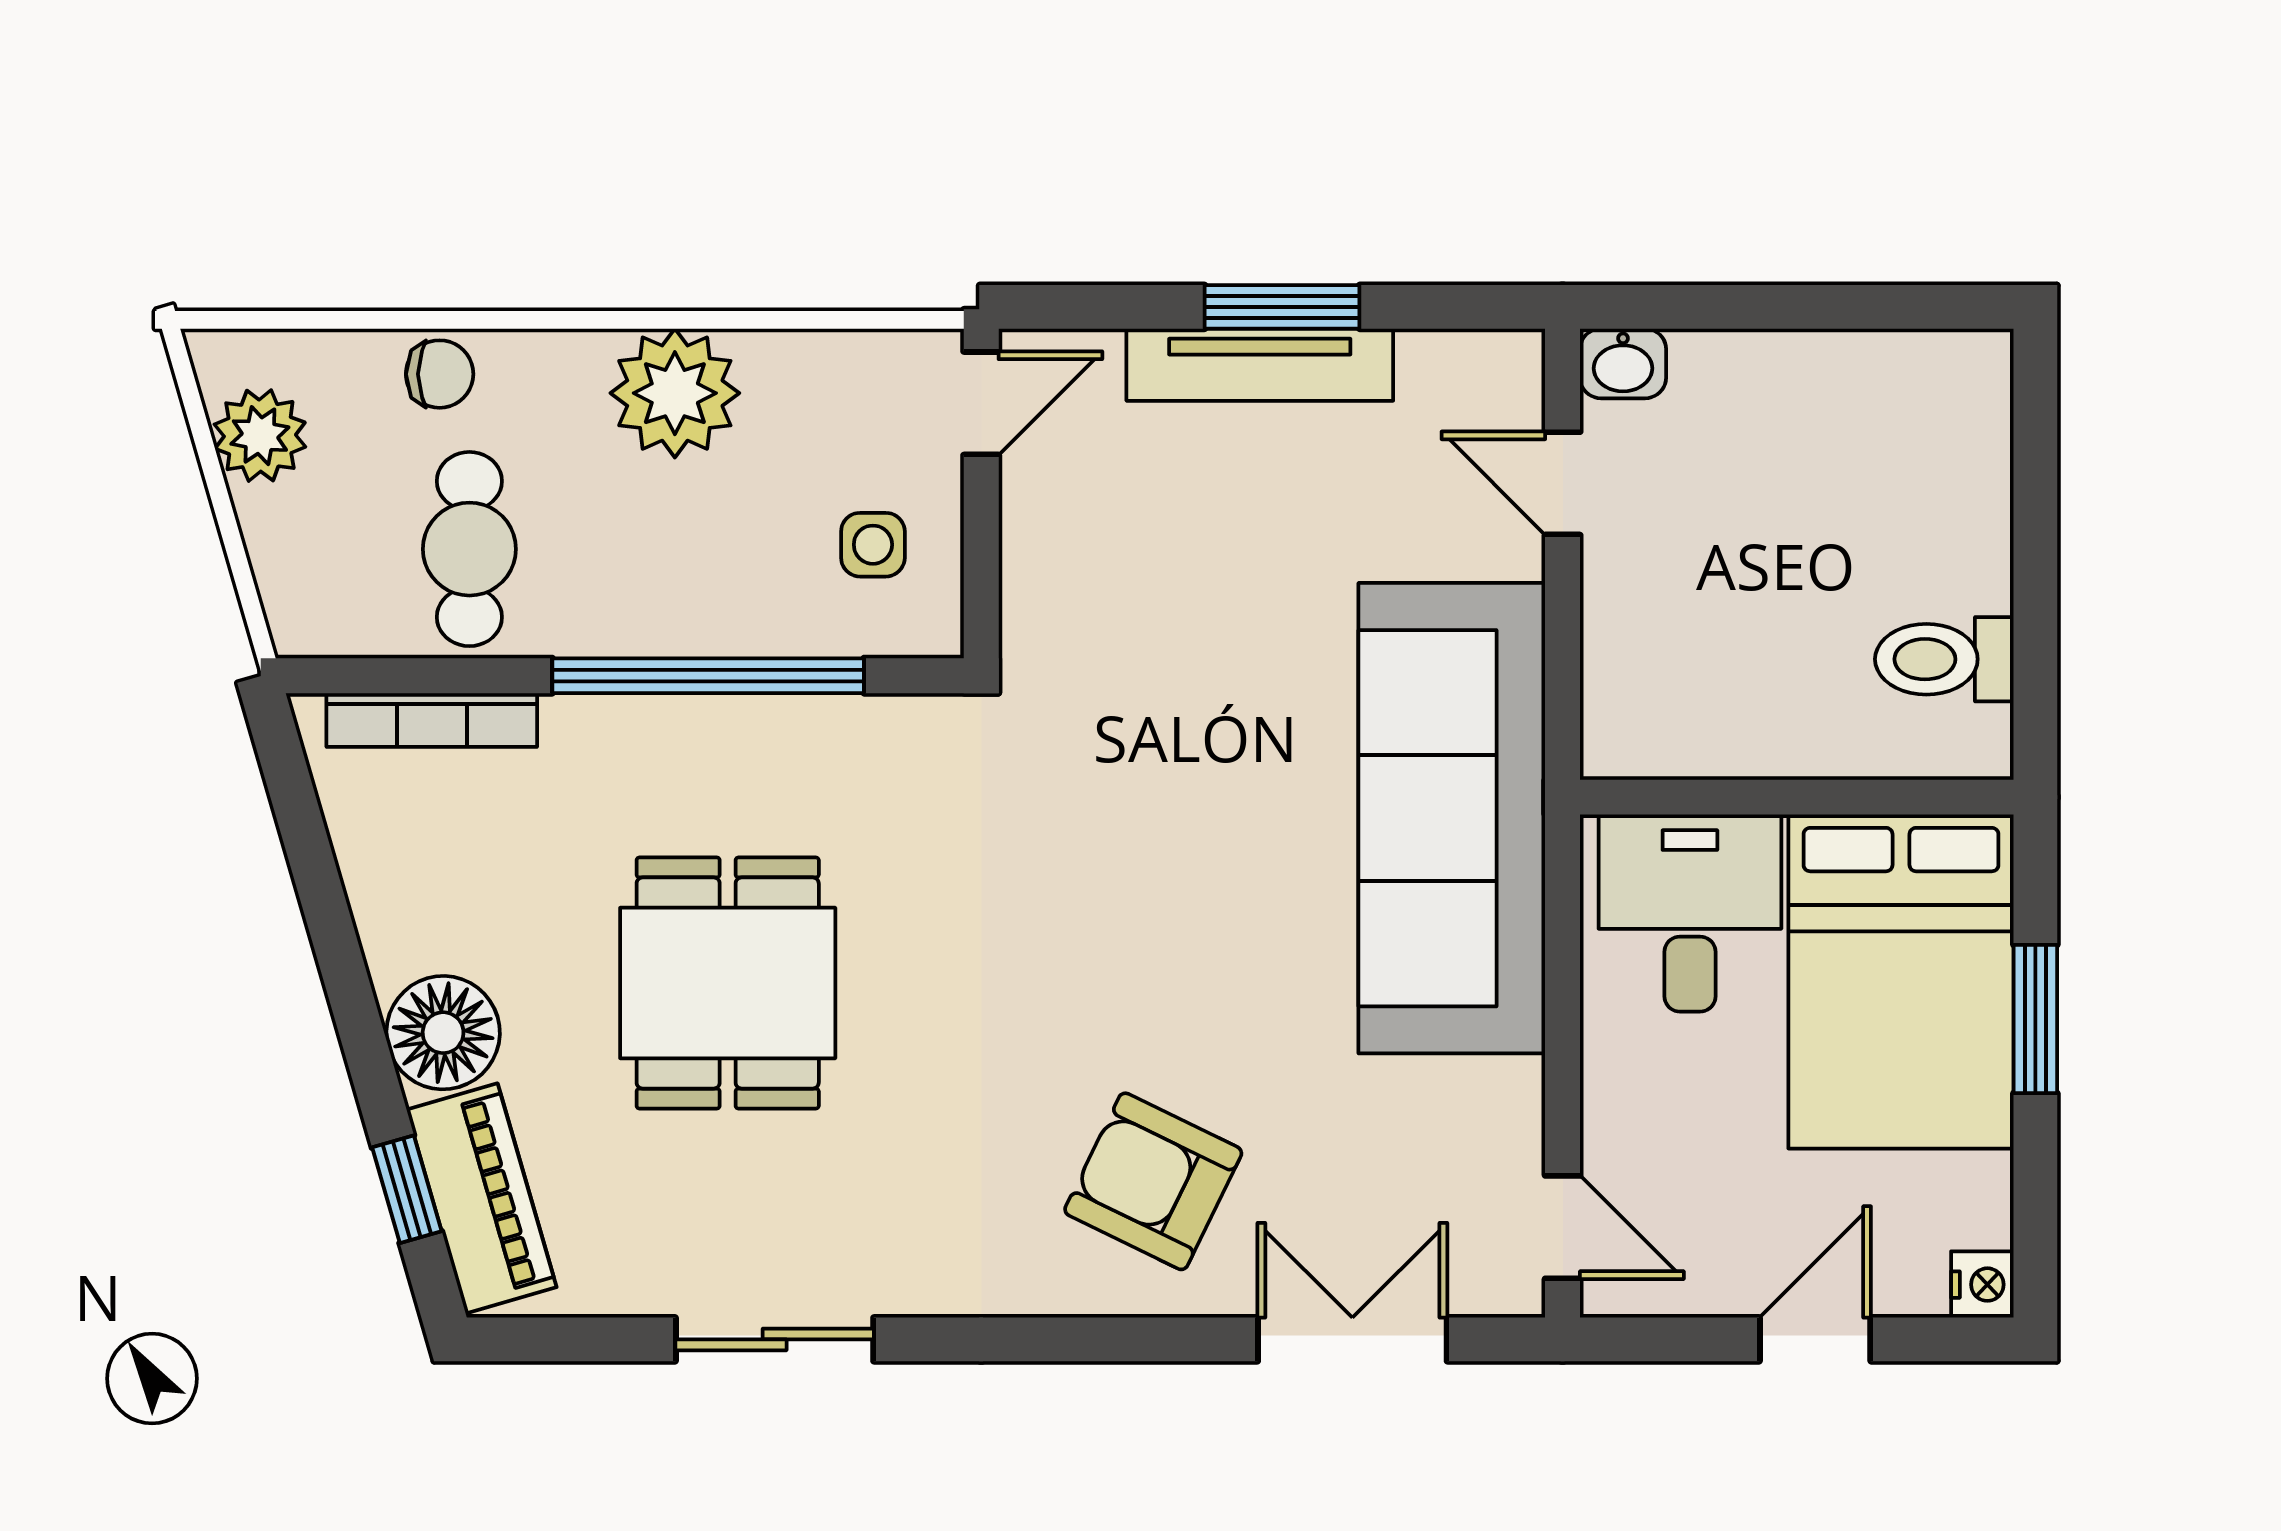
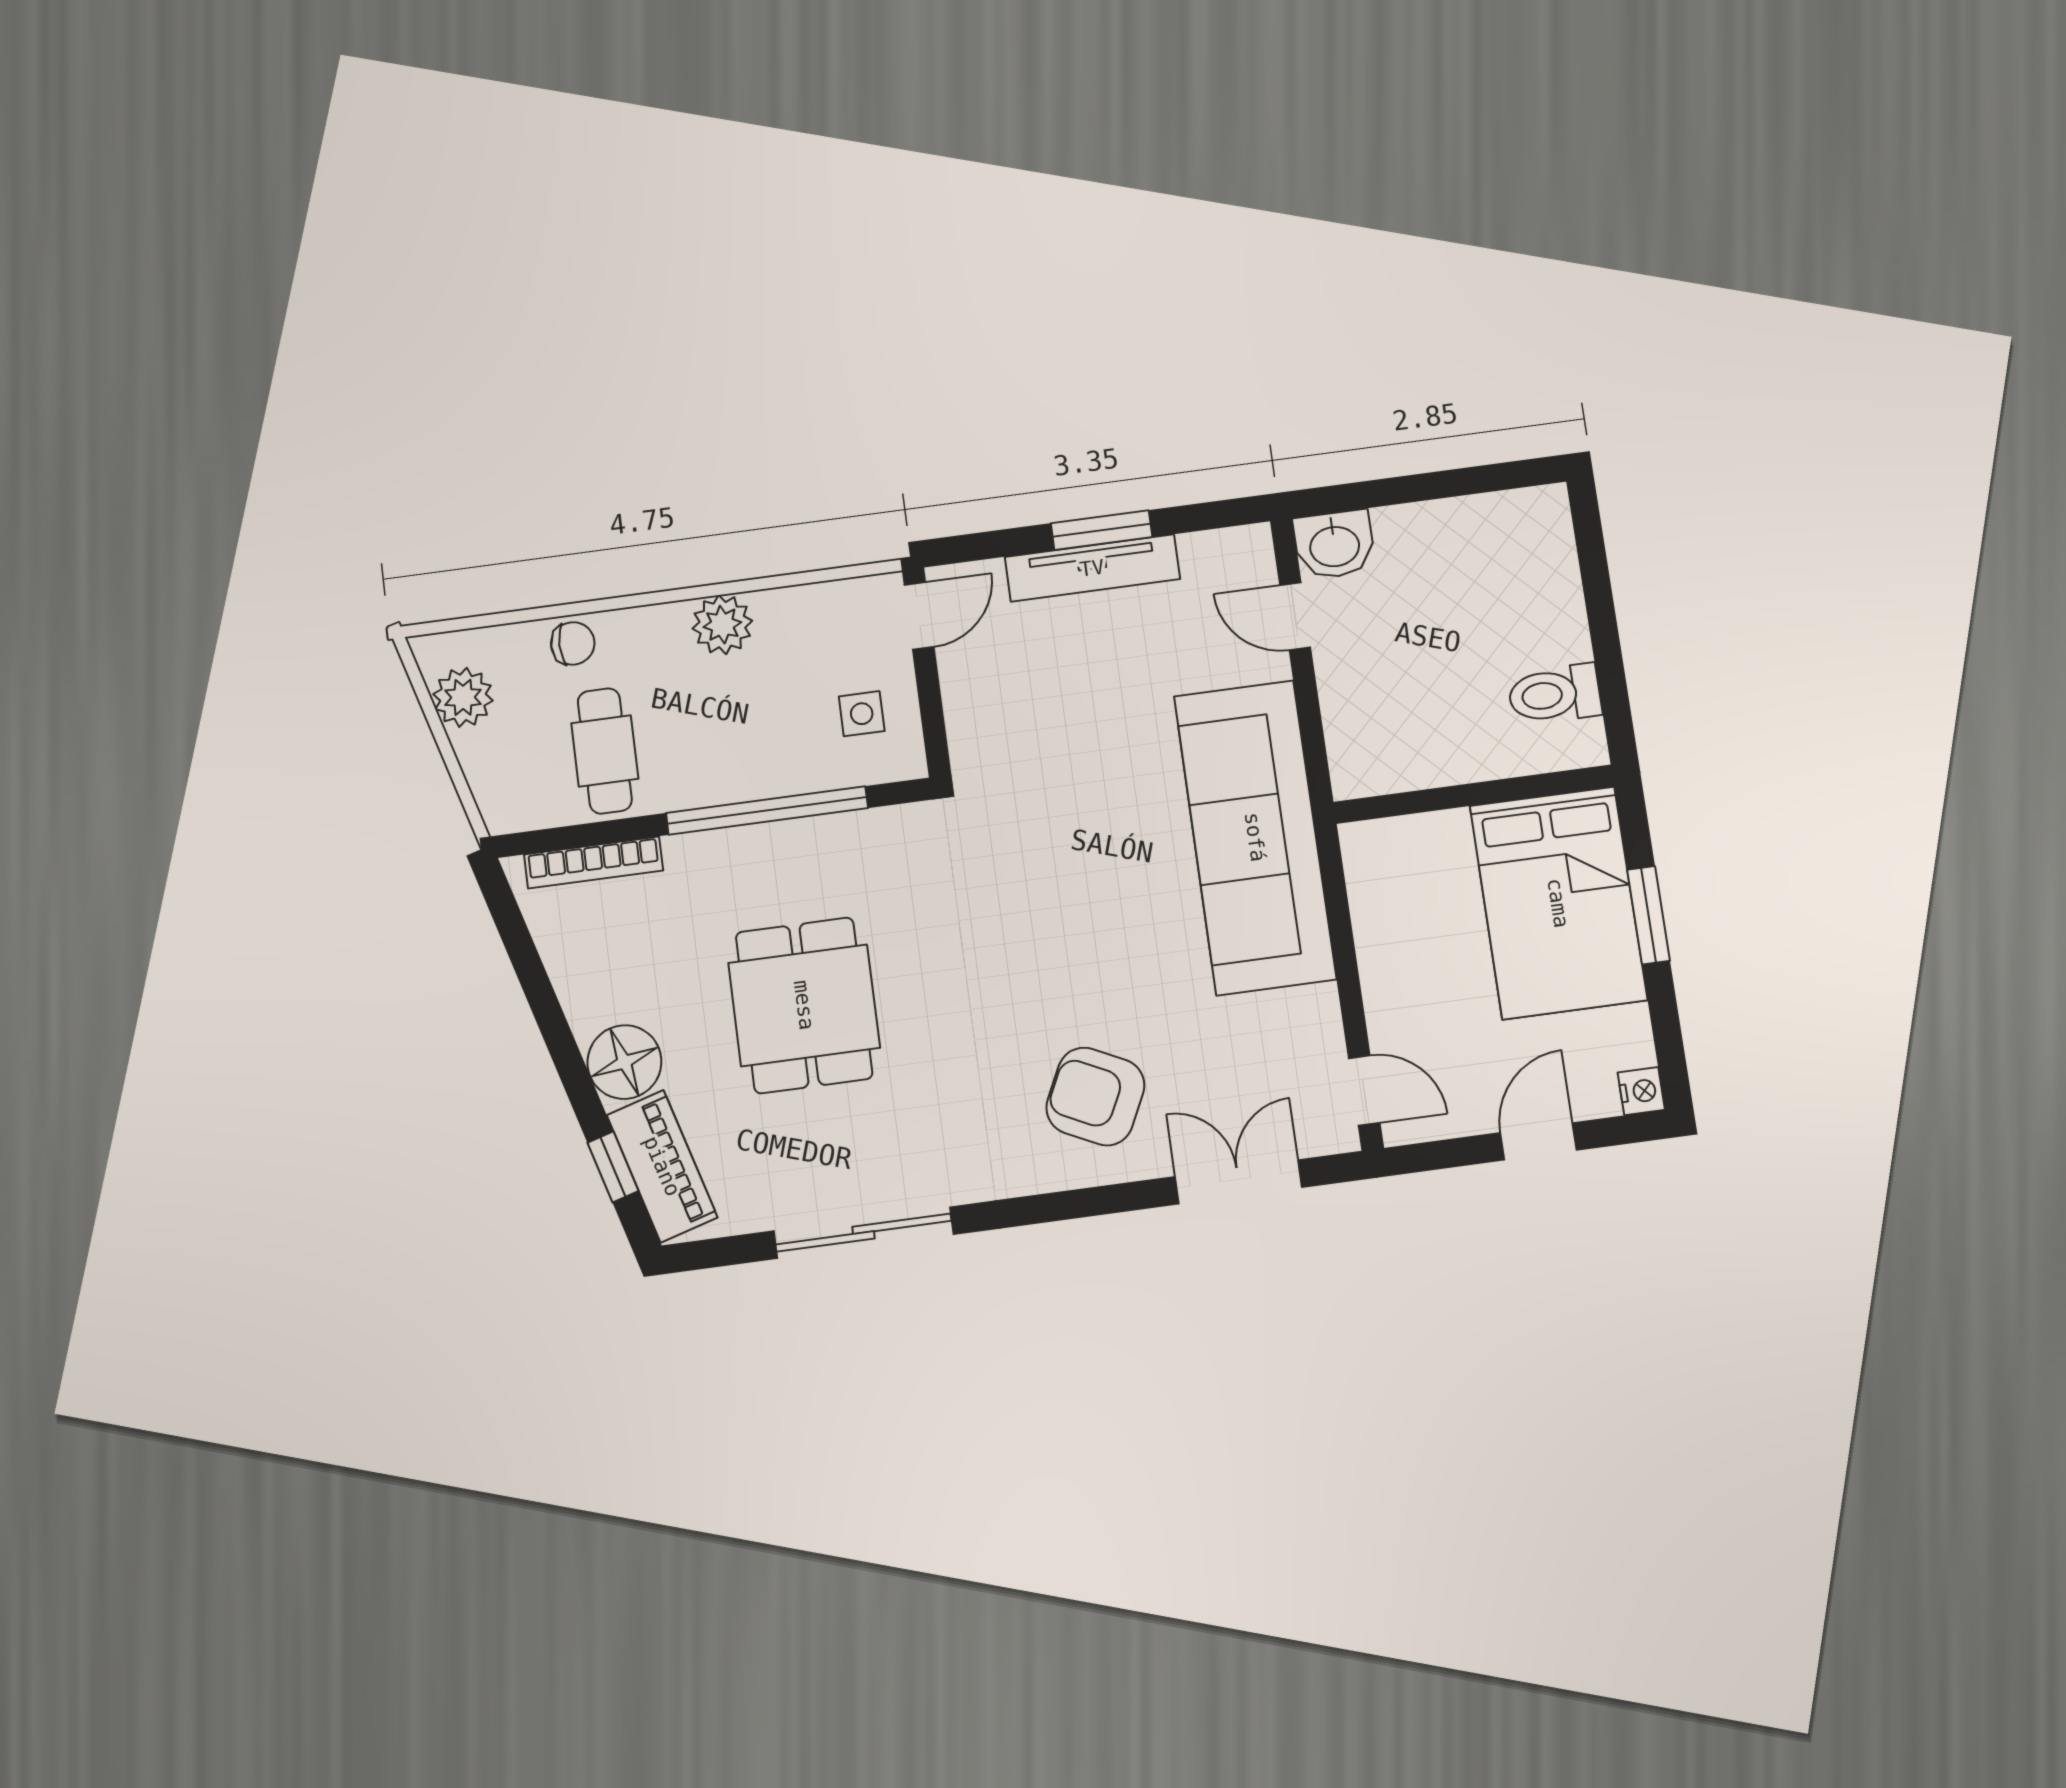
washbasin: (1623, 363) -> (1334, 545), width x1.38, depth x1.45
plant: (675, 393) -> (722, 625), width x0.73, depth x0.73
desk: (1690, 913) -> (1416, 877), removed
sliding door: (775, 1339) -> (863, 1233), width x1.37

